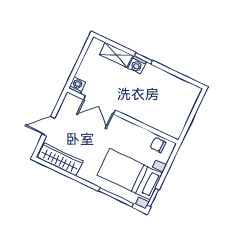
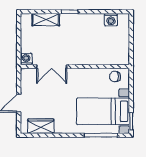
washing machine: (137, 65) -> (111, 20), moved
wardrobe: (60, 159) -> (41, 126), width x0.67

